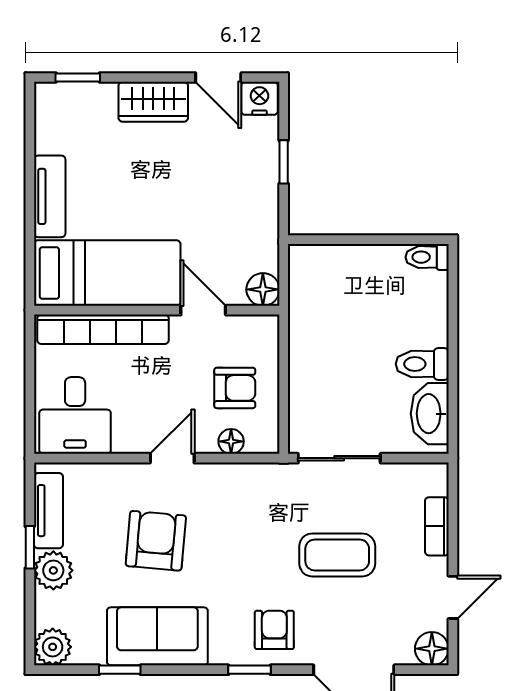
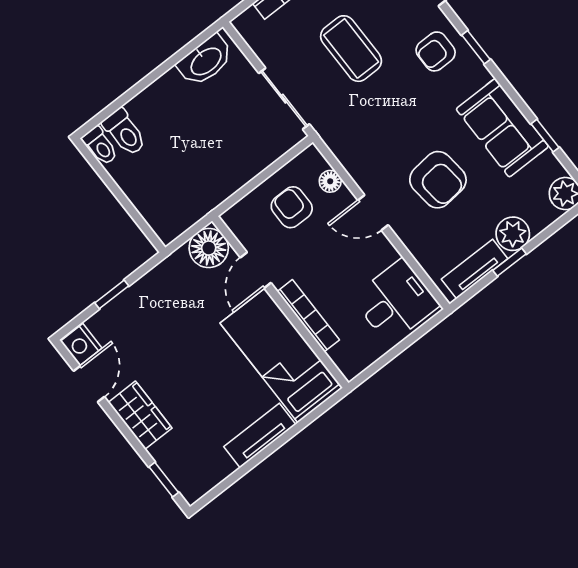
floor lamp: (263, 289) -> (209, 248), width x1.38, depth x1.38
bookcase: (103, 329) -> (308, 316), width x0.68, depth x0.76
toilet: (422, 364) -> (125, 132), moved
armchair: (156, 541) -> (438, 180), turned -101

